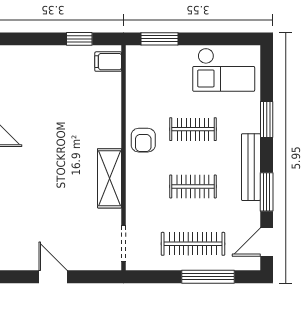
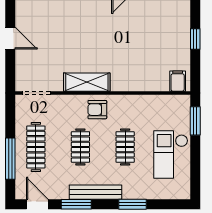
window: (79, 39) -> (195, 39), moved
checkout: (224, 70) -> (171, 155), moved
armchair: (143, 140) -> (97, 110), moved
door: (53, 277) -> (10, 38), hinge flipped

